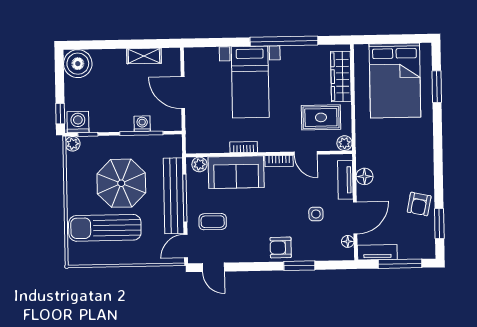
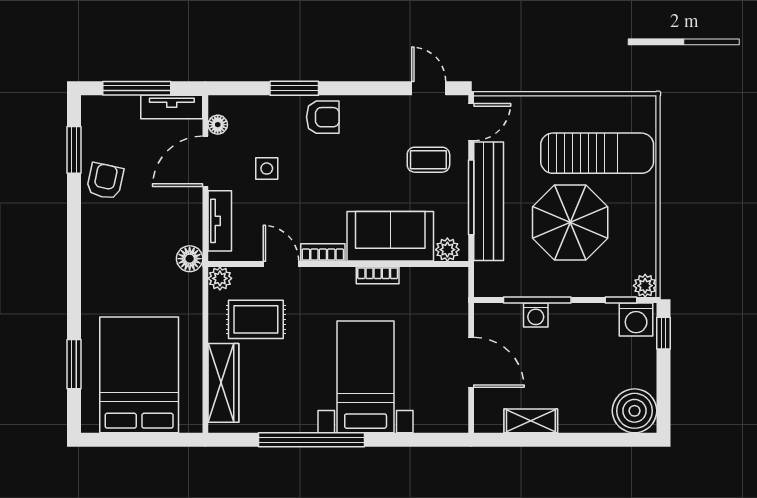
floor lamp: (365, 176) -> (190, 259), moved

